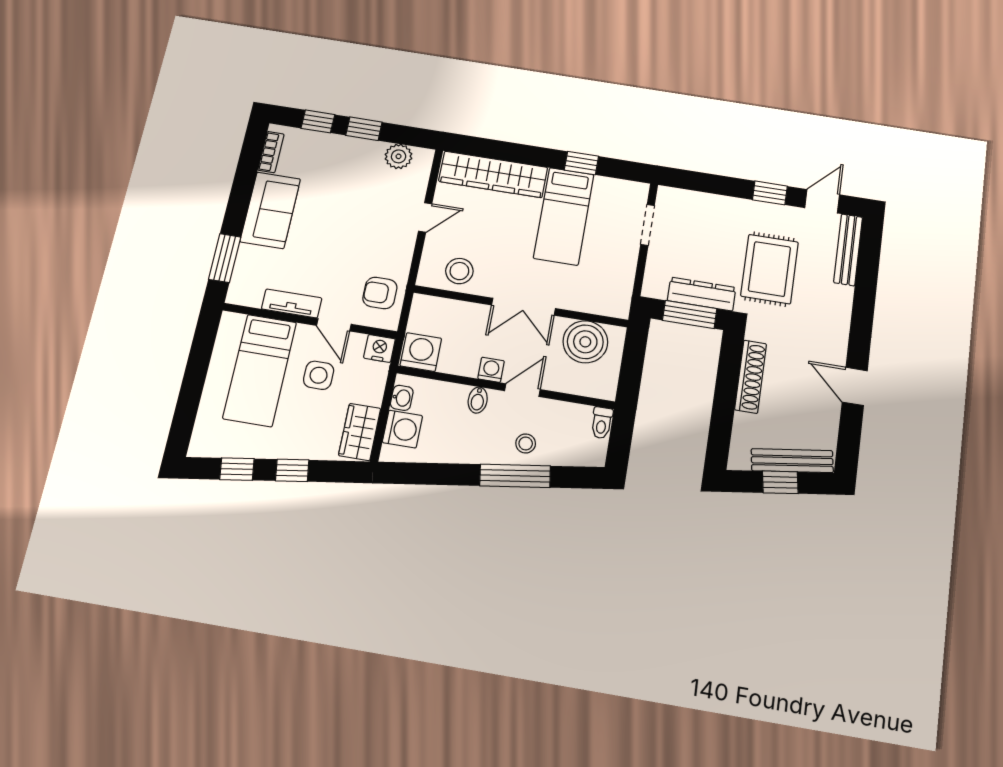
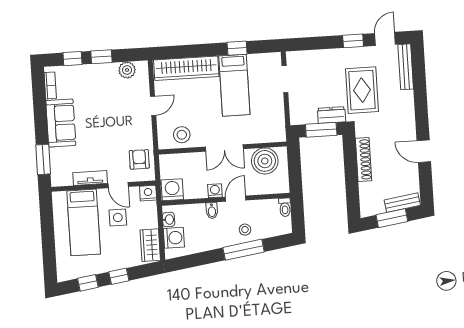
armchair: (380, 293) -> (139, 159), turned 90
dresser: (702, 294) -> (331, 115), width x0.70
bench: (792, 461) -> (402, 203), width x0.73
window: (780, 482) -> (392, 218), width x1.50

